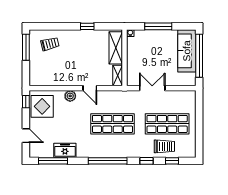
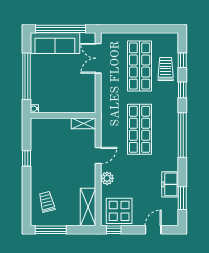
window: (158, 26) -> (27, 76), width x1.46
shelving: (116, 48) -> (88, 207), moved, turned 90
double door: (152, 88) -> (98, 58), moved
window: (53, 161) -> (182, 198), width x0.69

